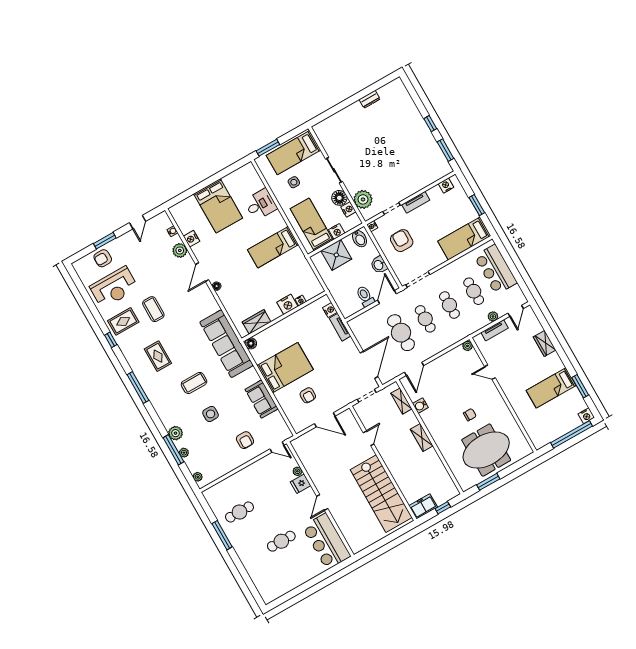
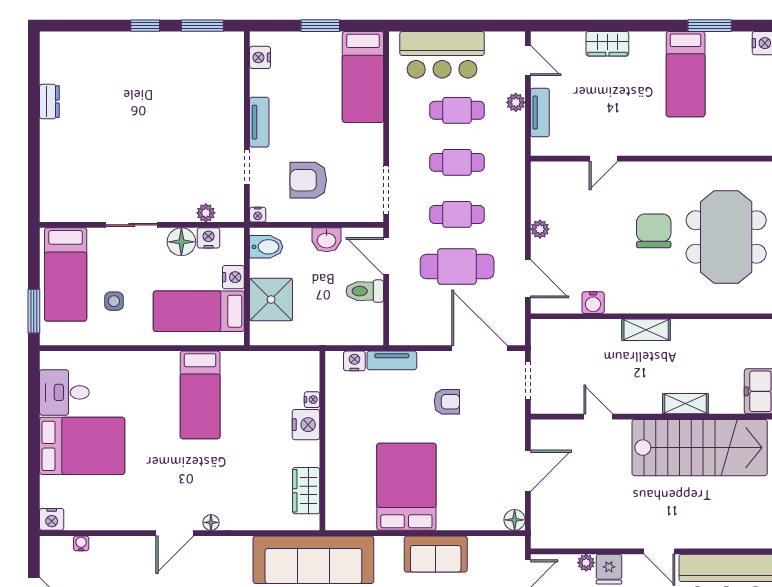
plant: (363, 199) -> (206, 213), width x0.53, depth x0.53
desk: (261, 204) -> (64, 392), moved, turned -90
nightstand: (191, 239) -> (52, 519), moved
plant: (180, 250) -> (119, 549), removed
door: (202, 272) -> (175, 533), hinge flipped
floor lamp: (251, 343) -> (515, 520), moved
plant: (468, 346) -> (540, 229), moved
armchair: (308, 395) -> (447, 402), moved
shelving: (401, 401) -> (685, 404), moved
chair: (470, 415) -> (654, 231), width x1.87, depth x1.87

